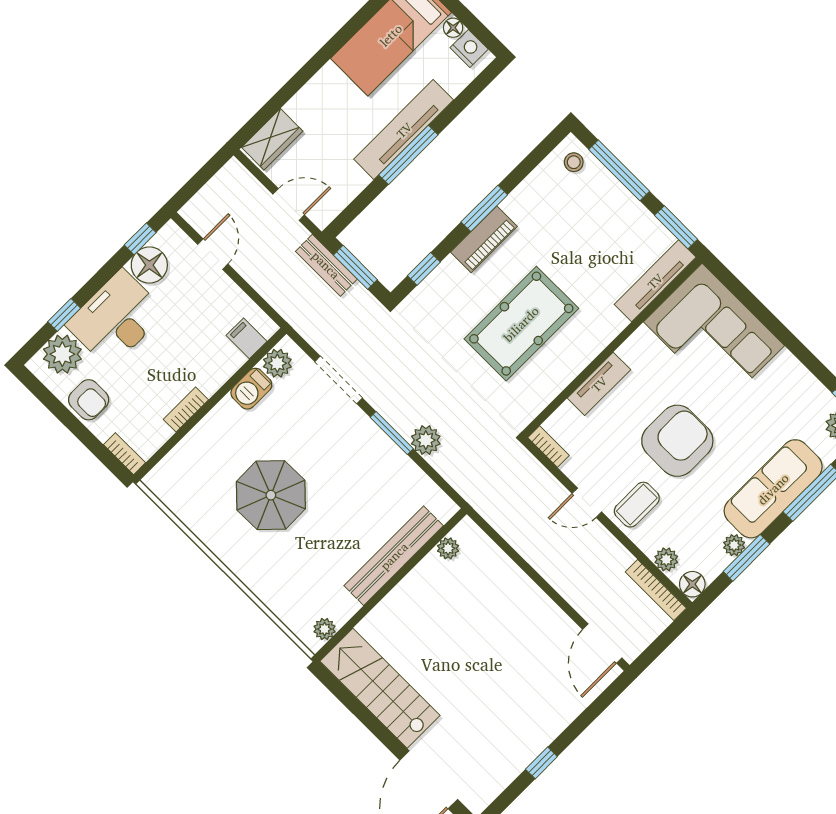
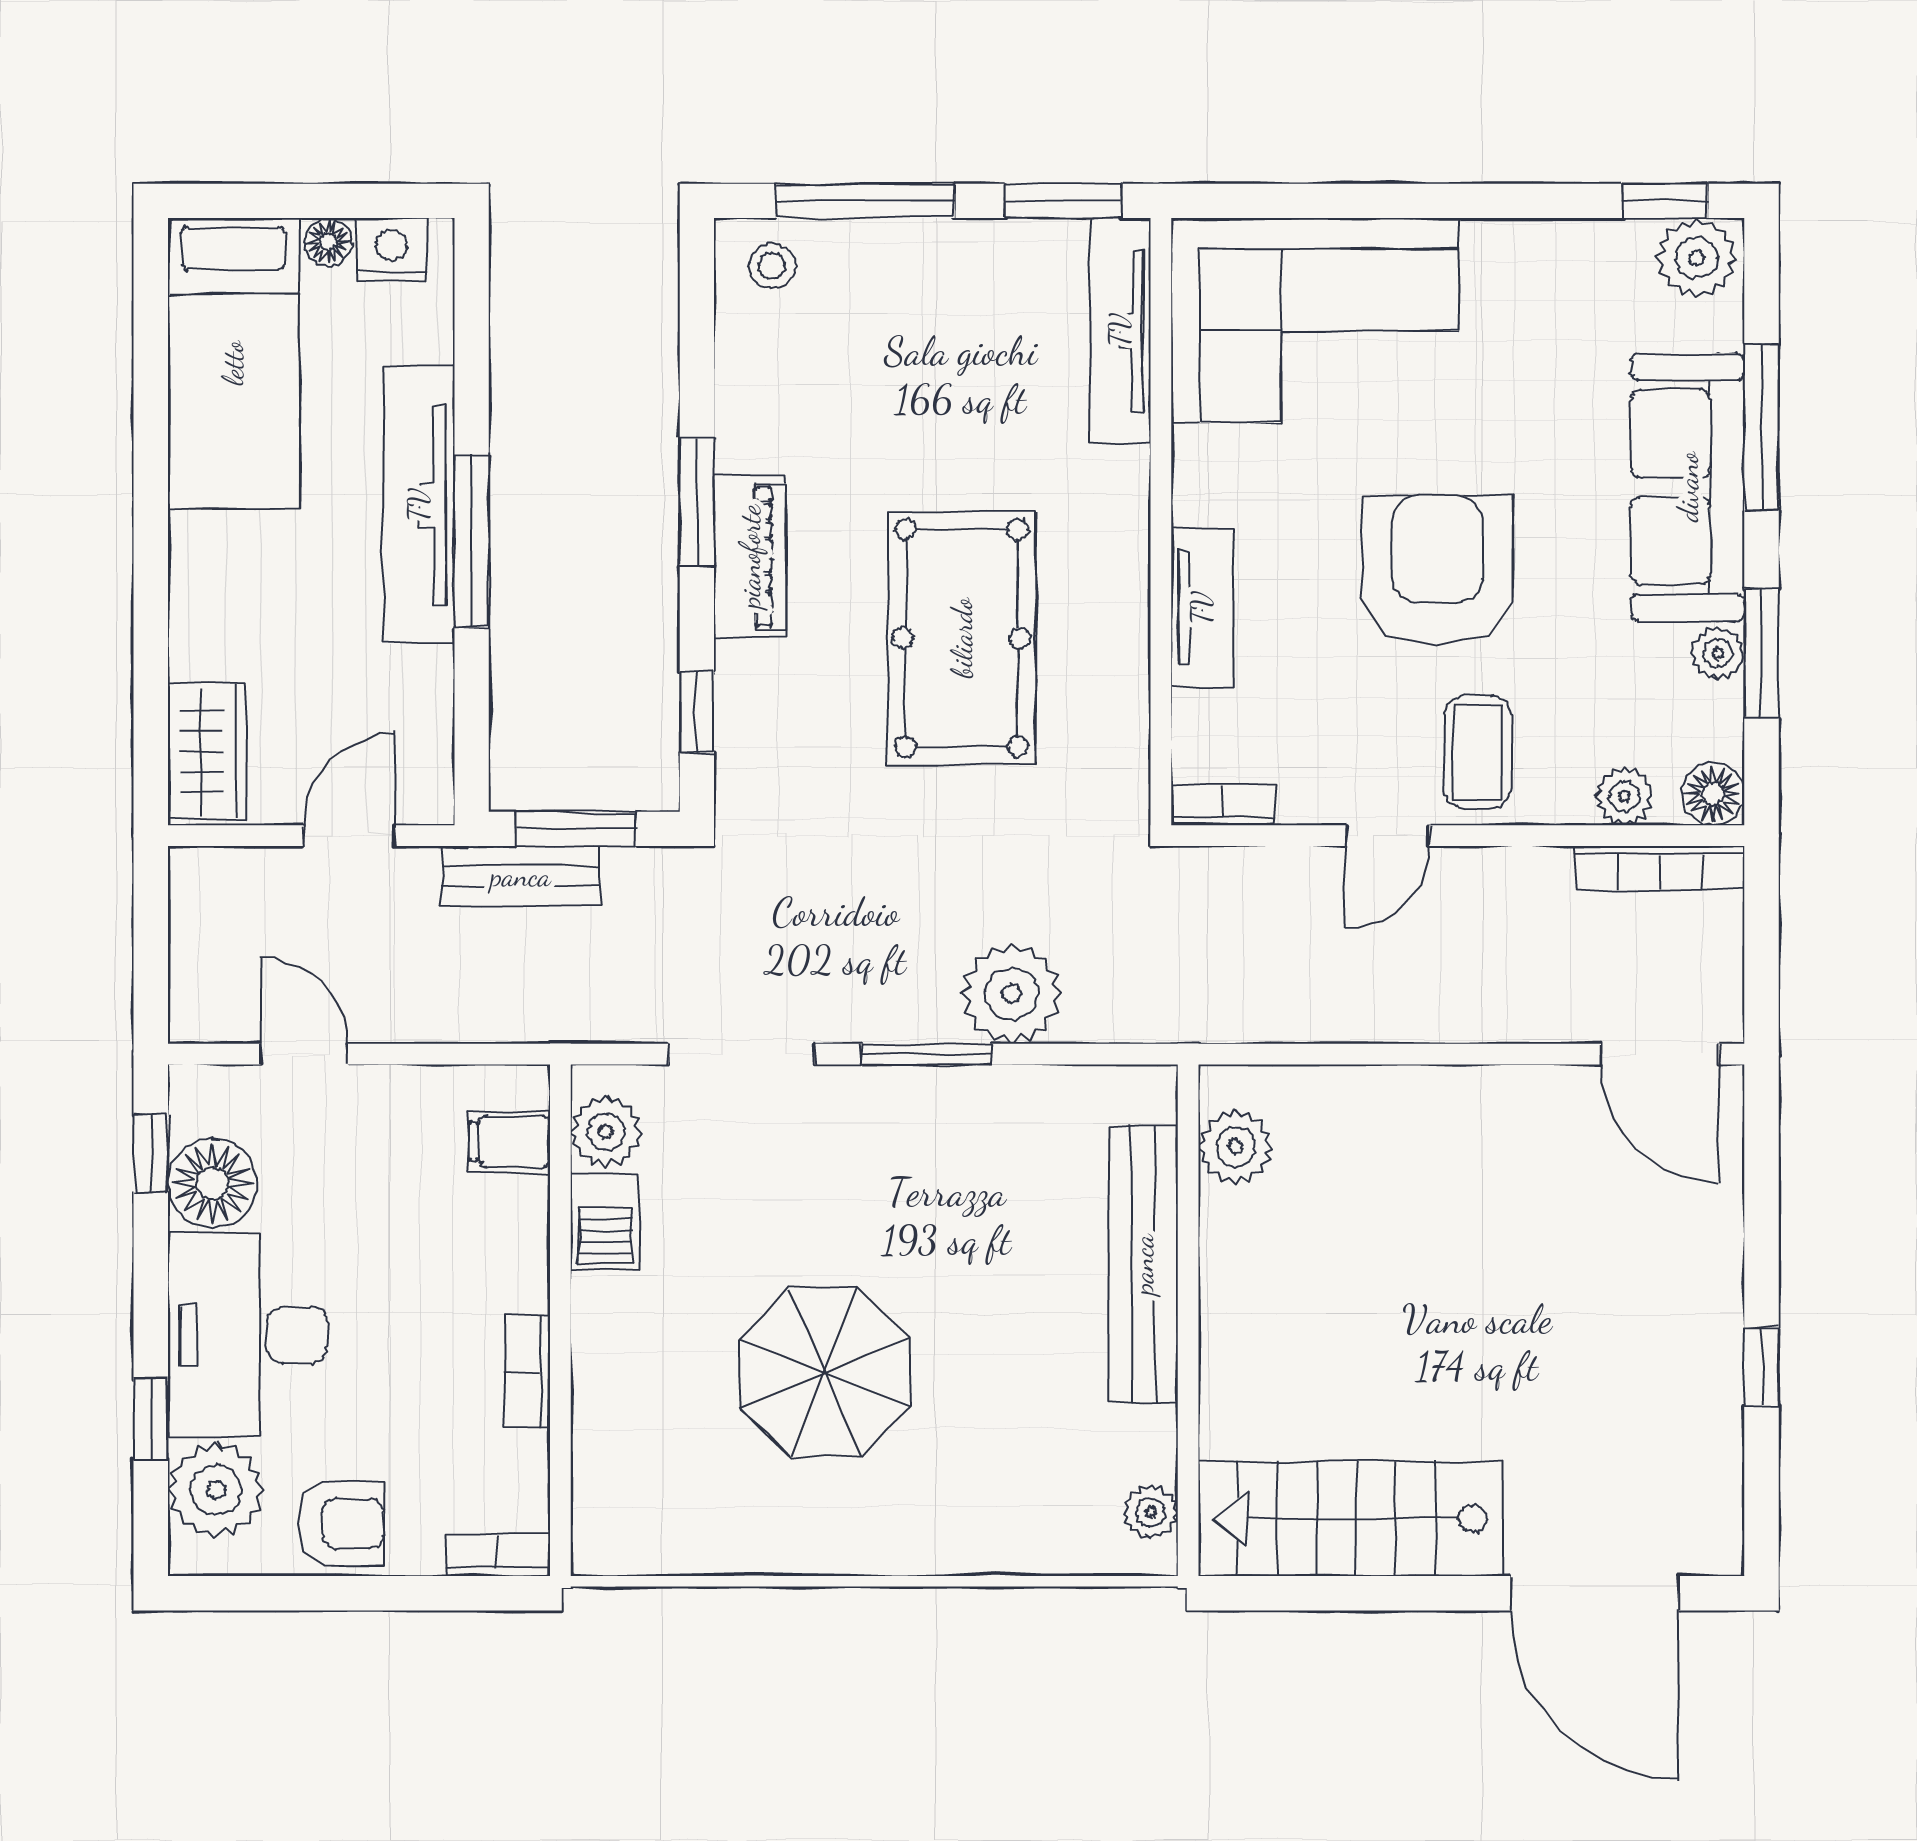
plant: (426, 440) -> (1012, 994), width x1.36, depth x1.36
plant: (448, 548) -> (1236, 1147), width x1.38, depth x1.38

